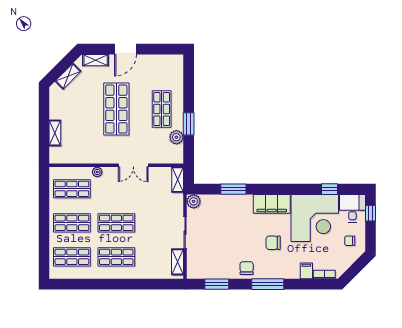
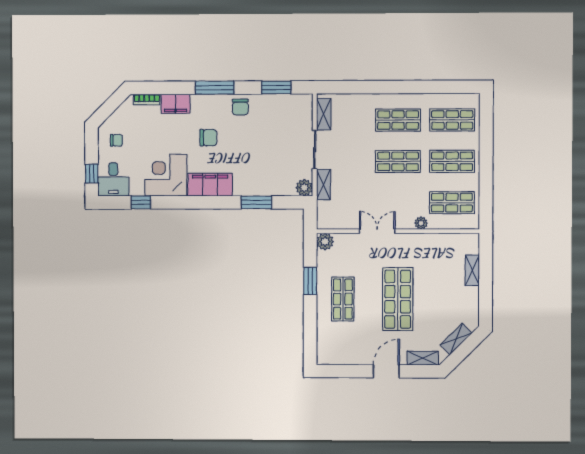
plant: (176, 137) -> (325, 242), moved
shelving: (178, 180) -> (323, 185), moved
corner desk: (315, 218) -> (166, 175), width x0.74, depth x0.74
filing cabinet: (306, 271) -> (175, 104), width x2.00

